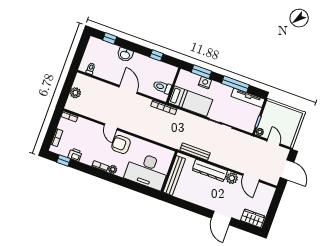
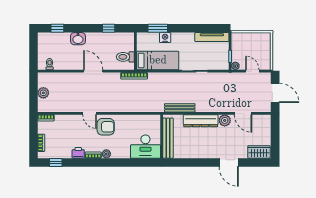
window: (235, 84) -> (195, 28), removed
armchair: (121, 144) -> (106, 127), turned 180
printer: (75, 155) -> (78, 153), moved
desk: (147, 171) -> (145, 147), width x0.73, depth x0.77

